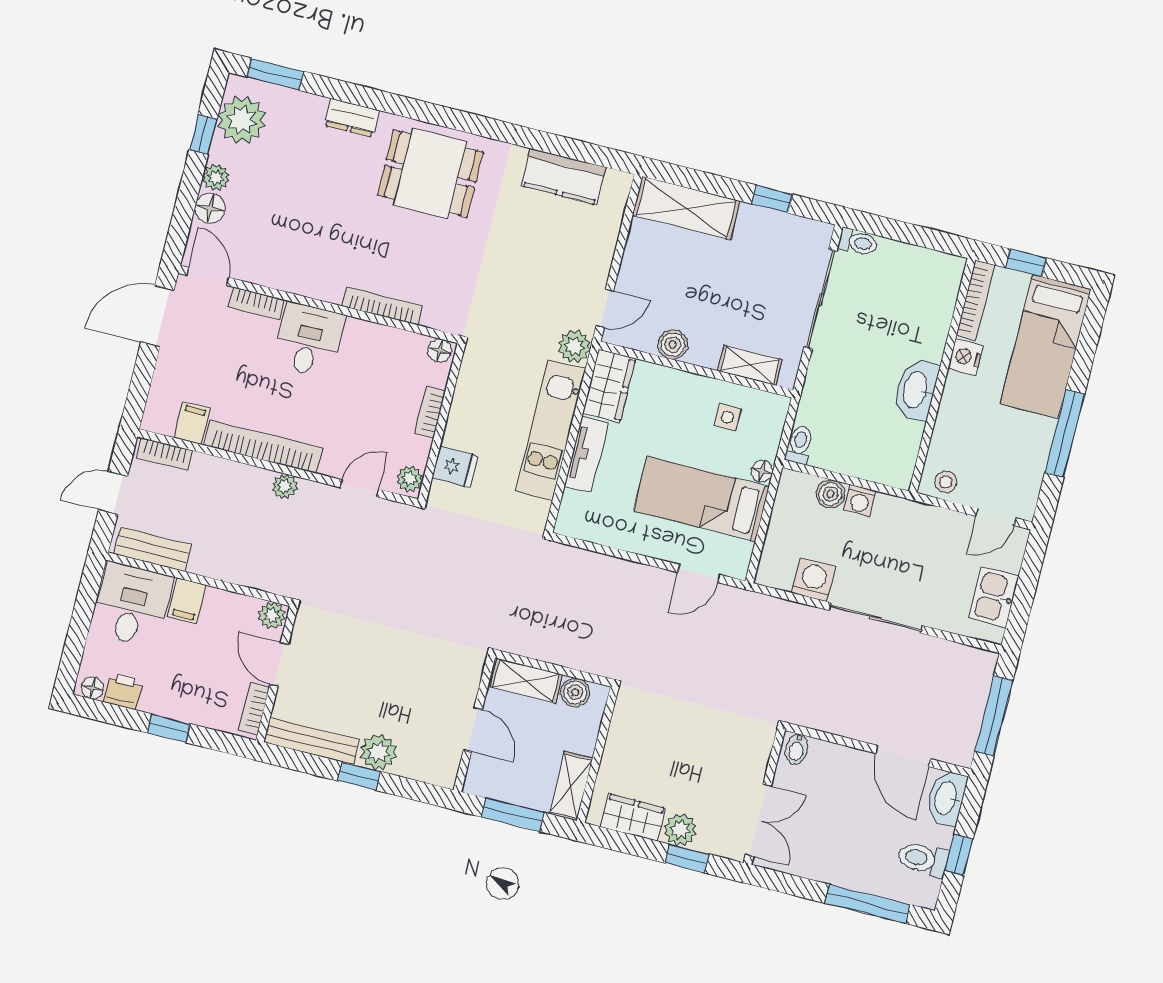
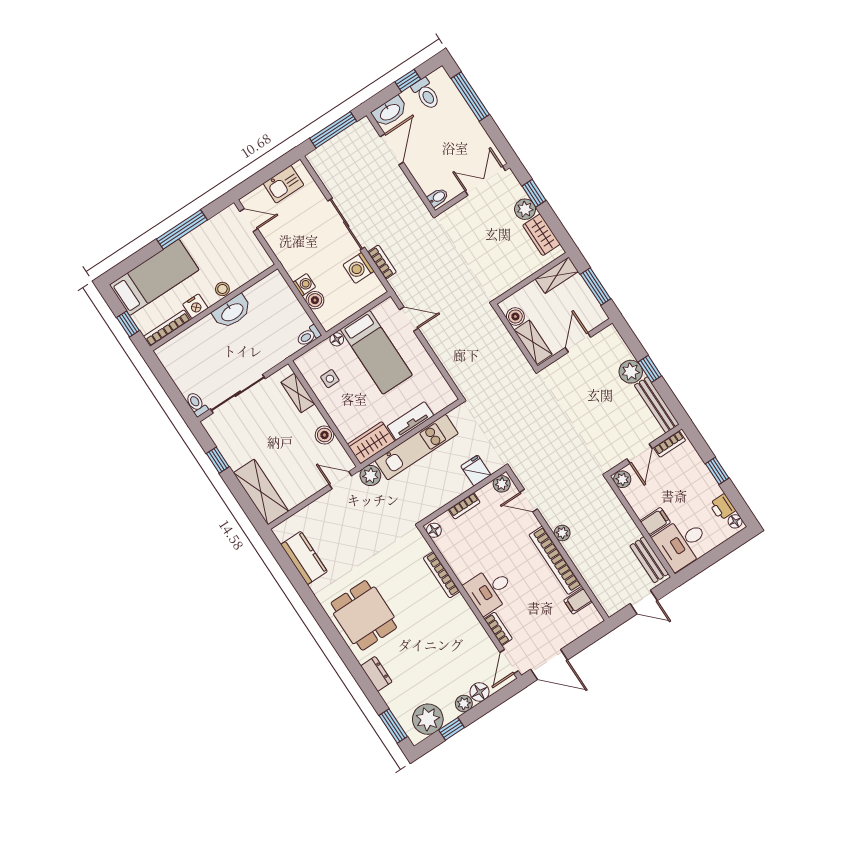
bookcase: (164, 454) -> (382, 262), moved
stool: (946, 482) -> (222, 289), moved

